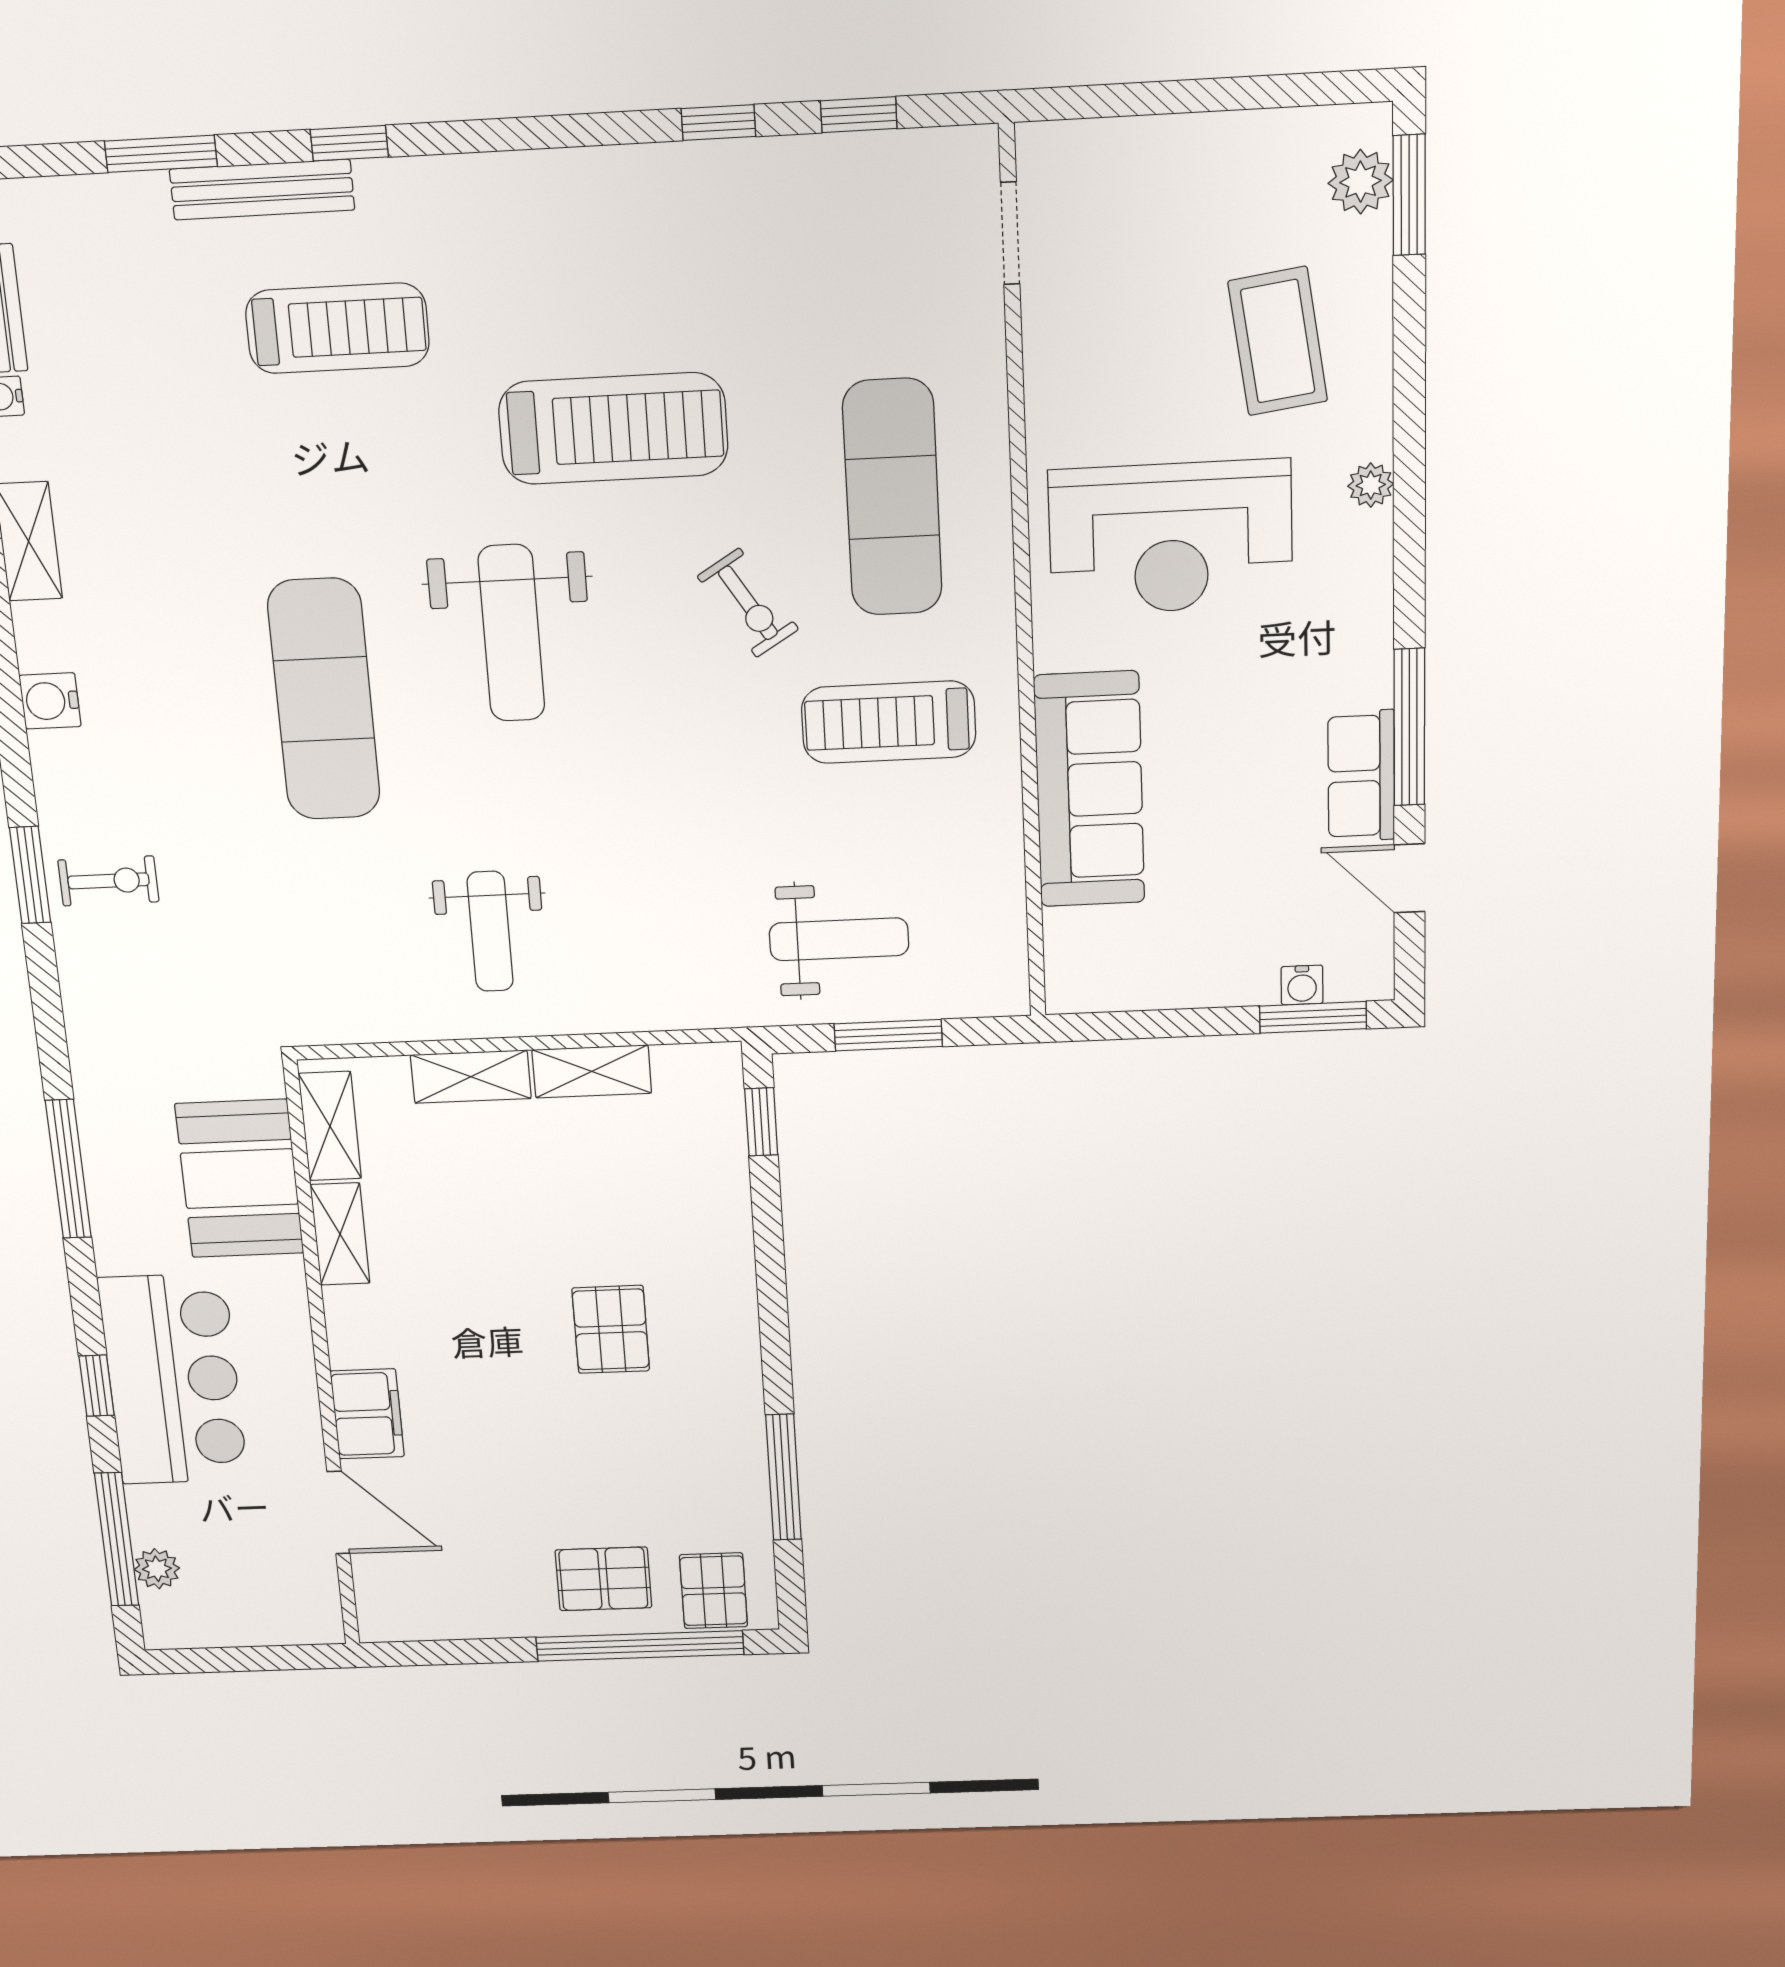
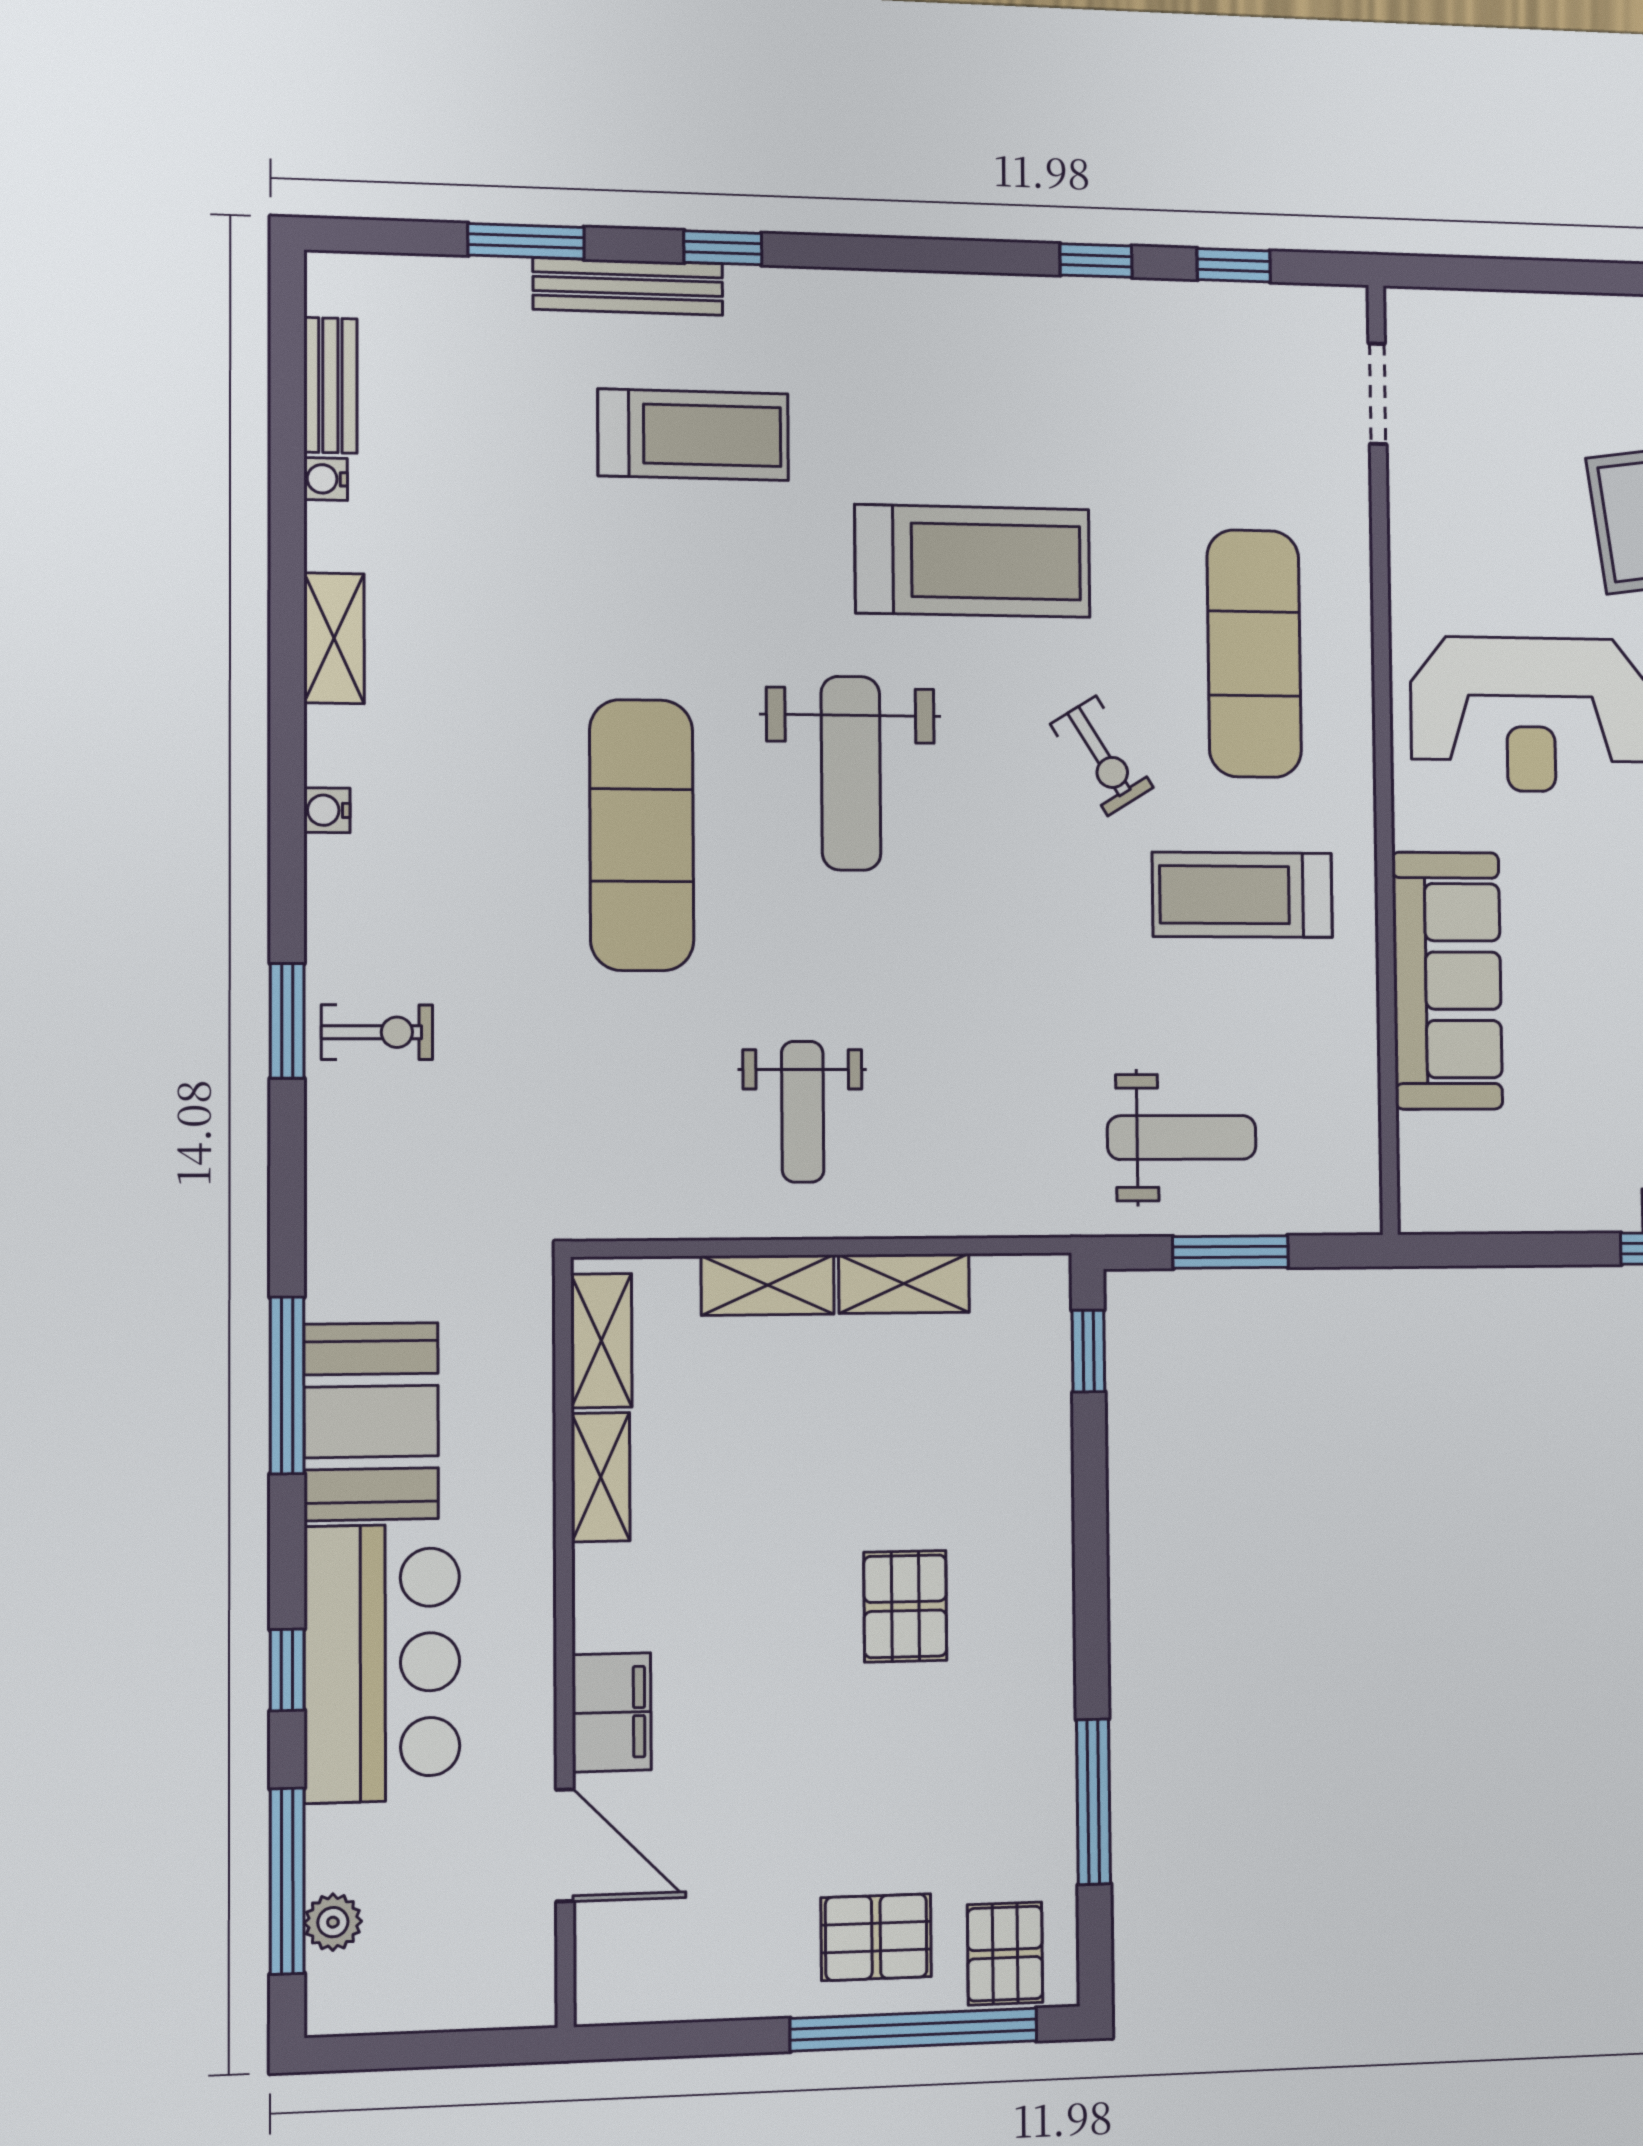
water cooler: (50, 701) -> (327, 810), width x0.72, depth x0.72
booth: (239, 1179) -> (371, 1421), moved

